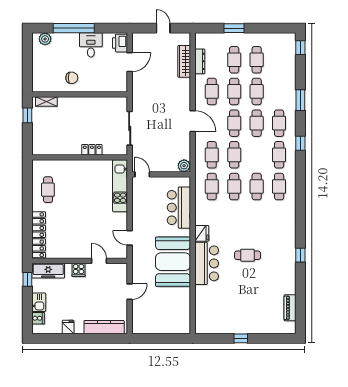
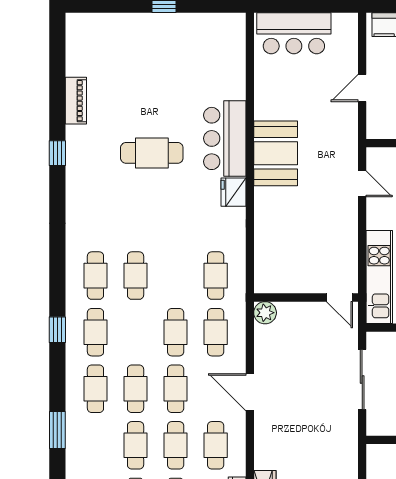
window: (300, 143) -> (57, 330), moved
cafe table: (234, 187) -> (176, 276), removed
bar counter: (179, 208) -> (294, 33), moved, turned 90
cafe table: (247, 255) -> (152, 153), width x1.37, depth x1.35
booth: (173, 262) -> (276, 153), width x0.73, depth x0.70
piano: (290, 308) -> (76, 101), moved

